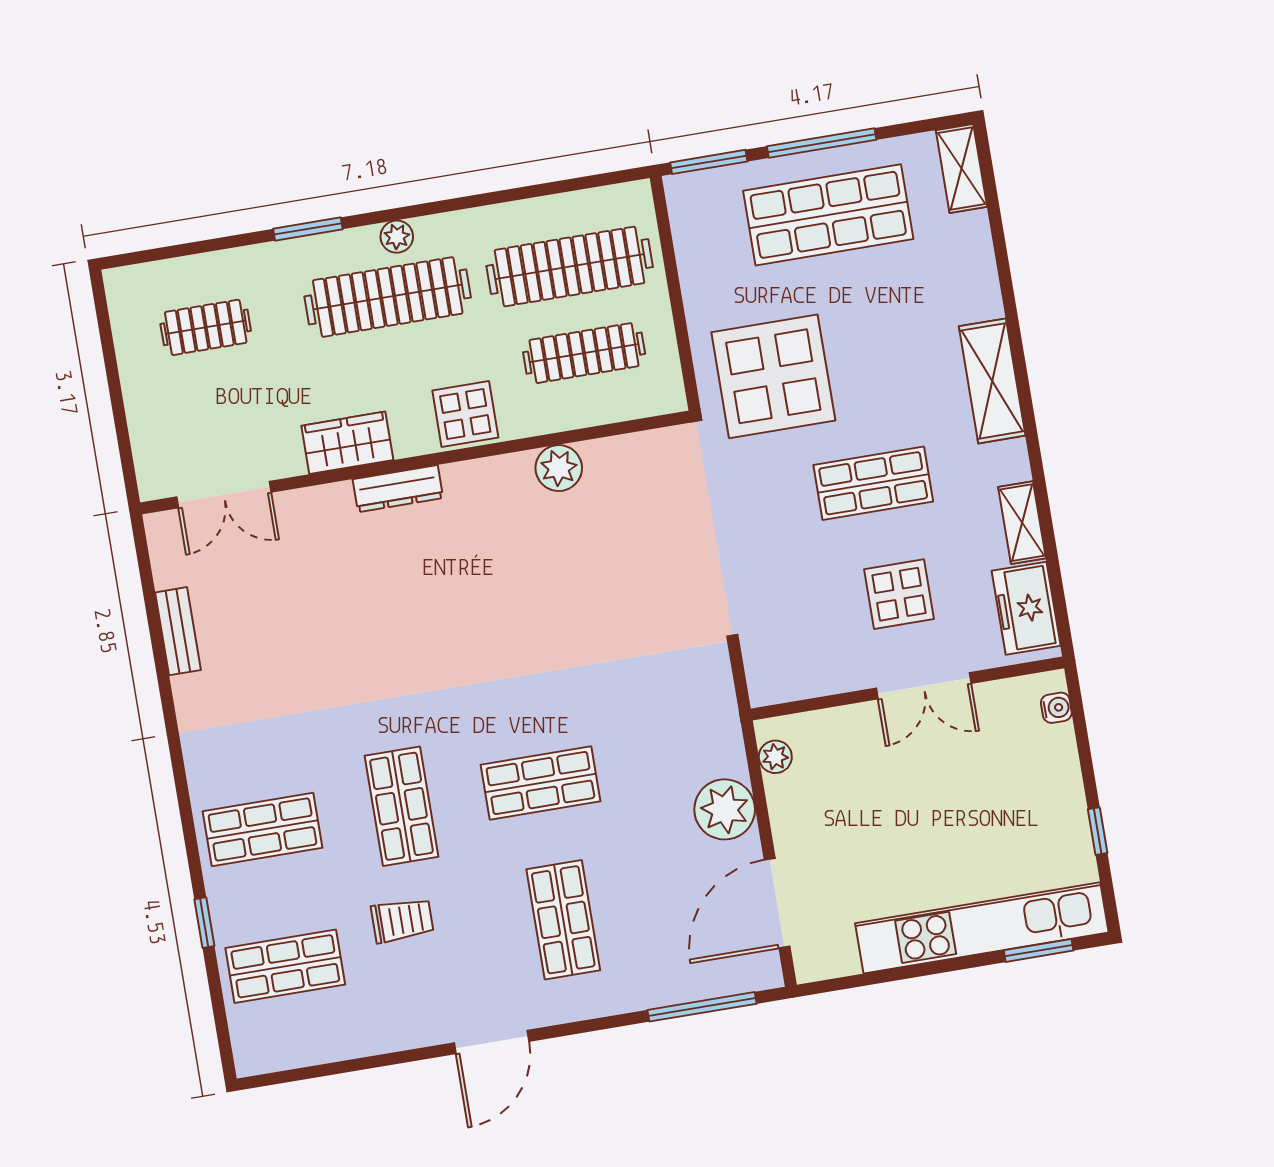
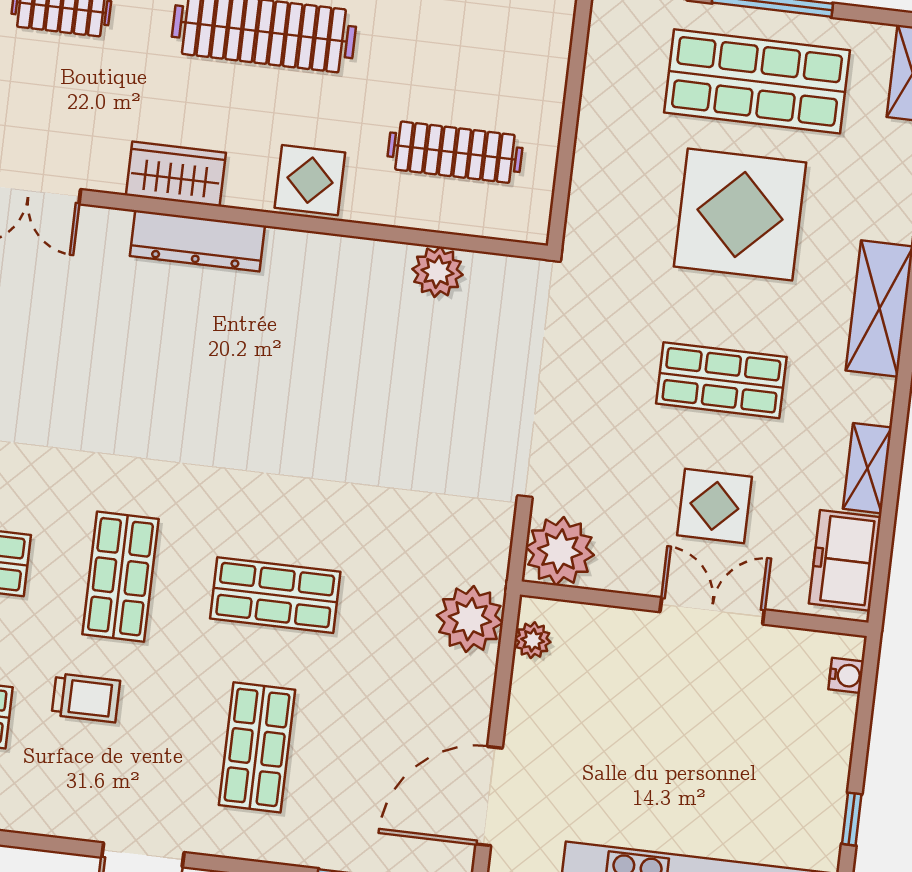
clothes rail: (570, 266) -> (466, 56), removed
display table: (773, 376) -> (740, 215), moved
plant: (559, 468) -> (438, 272), moved
dresser: (398, 489) -> (197, 241), width x1.37, depth x1.24
plant: (776, 673) -> (560, 551), added
double door: (924, 686) -> (712, 611), swing flipped
plant: (725, 809) -> (470, 619), moved

